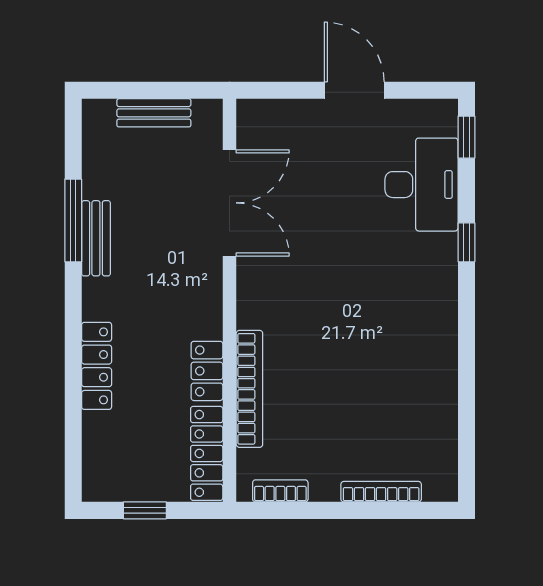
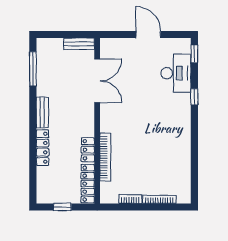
bench: (154, 113) -> (79, 44), moved
window: (73, 220) -> (33, 69), moved
bench: (96, 238) -> (42, 112), moved
bookcase: (280, 491) -> (130, 199), moved

